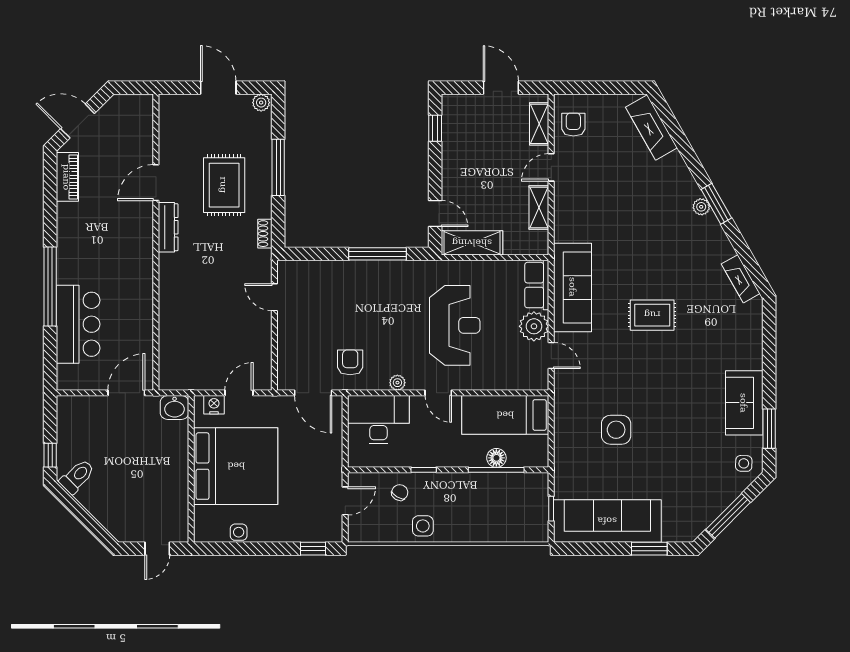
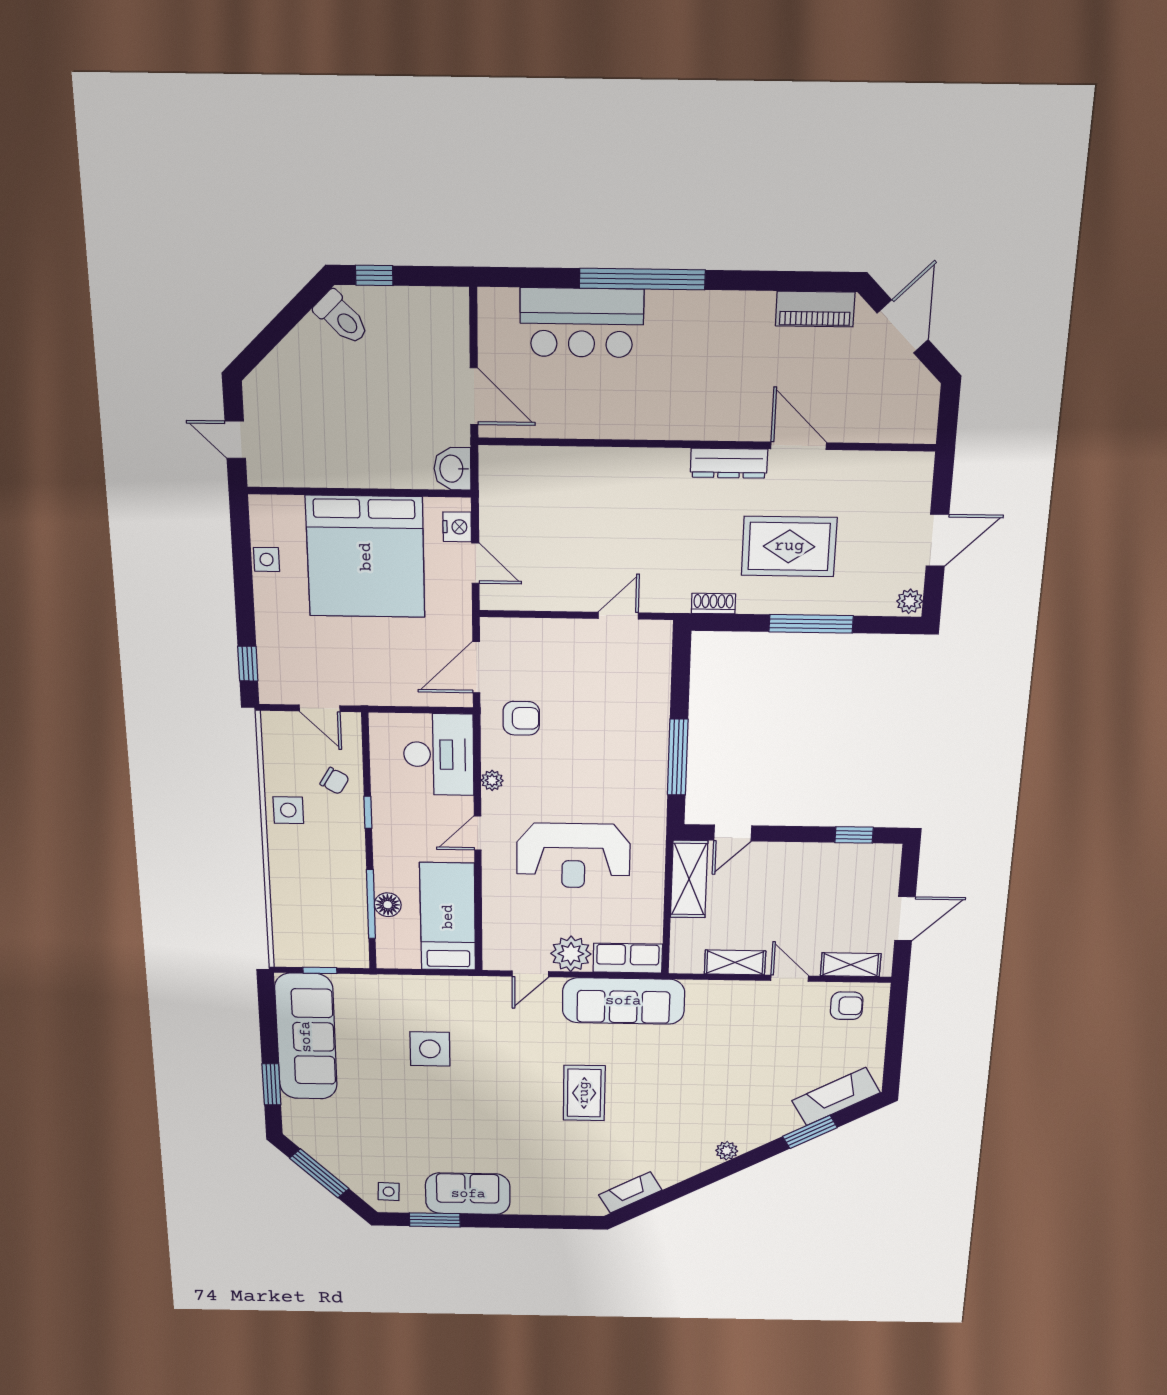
window: (716, 204) -> (810, 1132), moved

